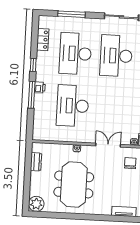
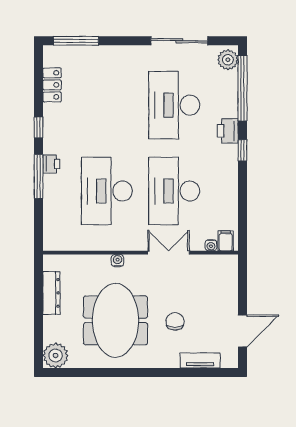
window: (71, 14) -> (76, 41), moved
desk: (75, 54) -> (174, 191), moved
dresser: (36, 162) -> (51, 293), width x1.44
chair: (130, 163) -> (175, 321), moved

